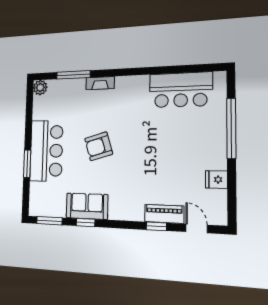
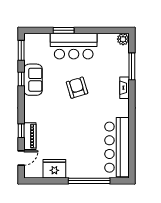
bar counter: (181, 90) -> (117, 147), width x1.36
fridge: (216, 180) -> (54, 169), width x1.88, depth x1.34

